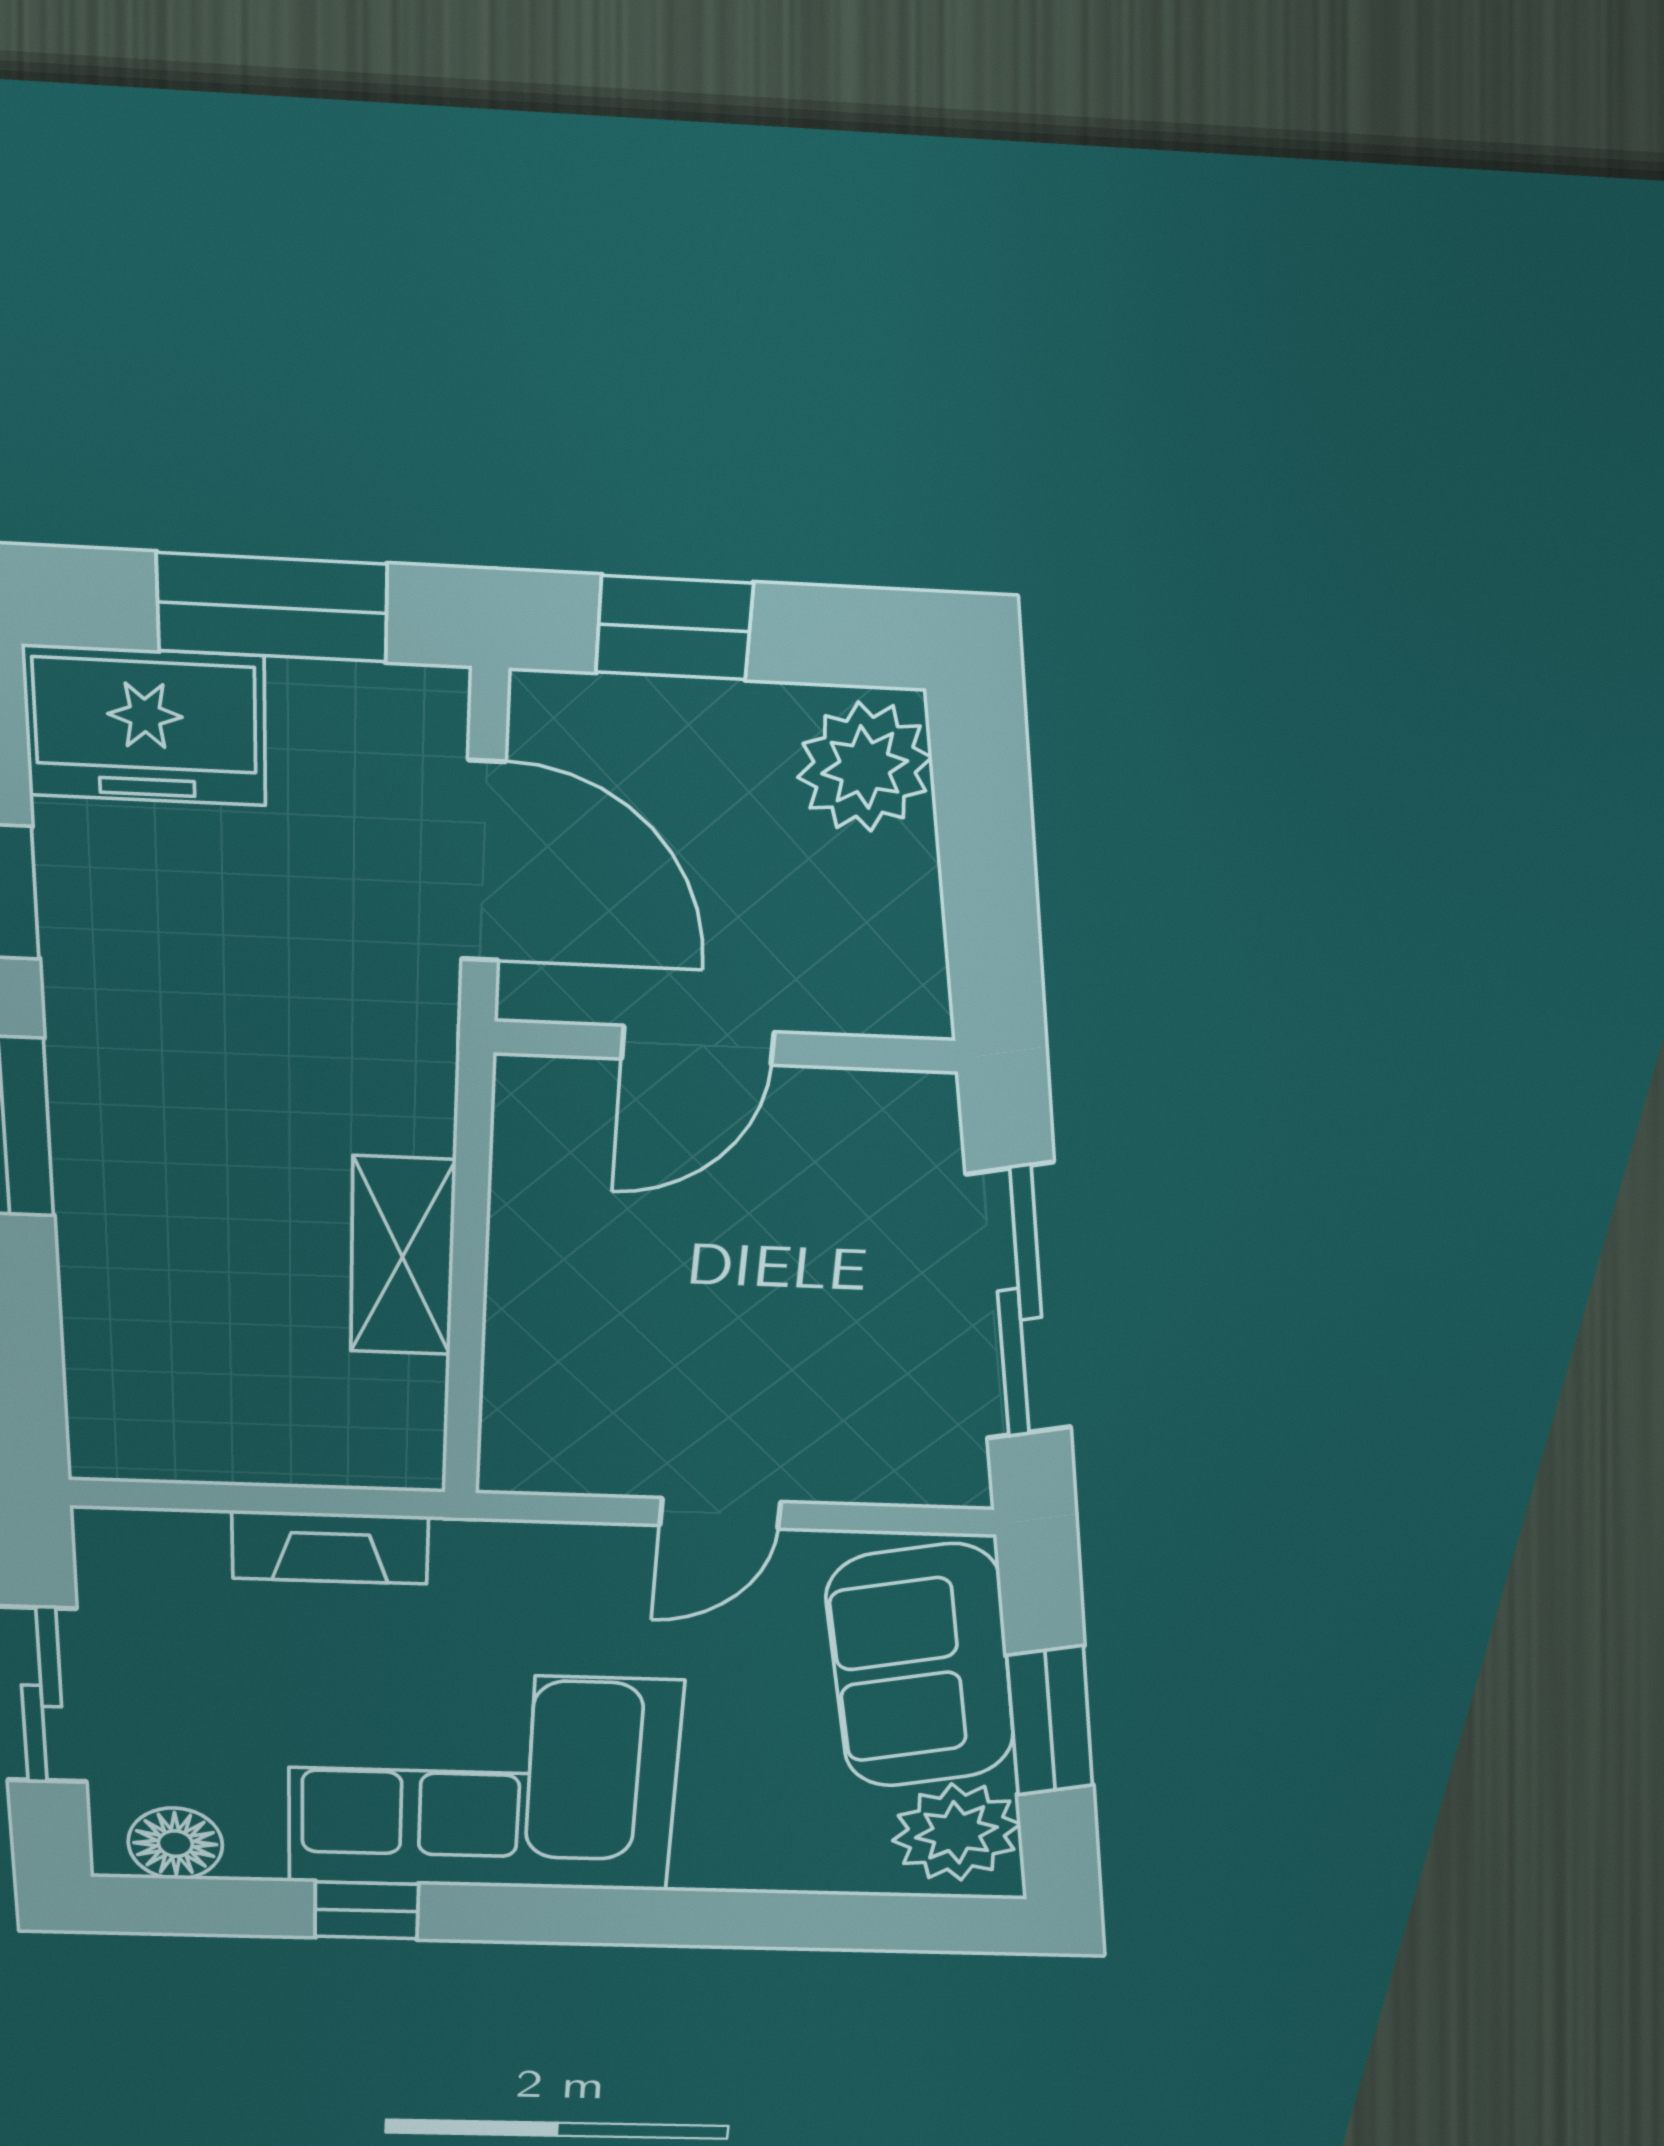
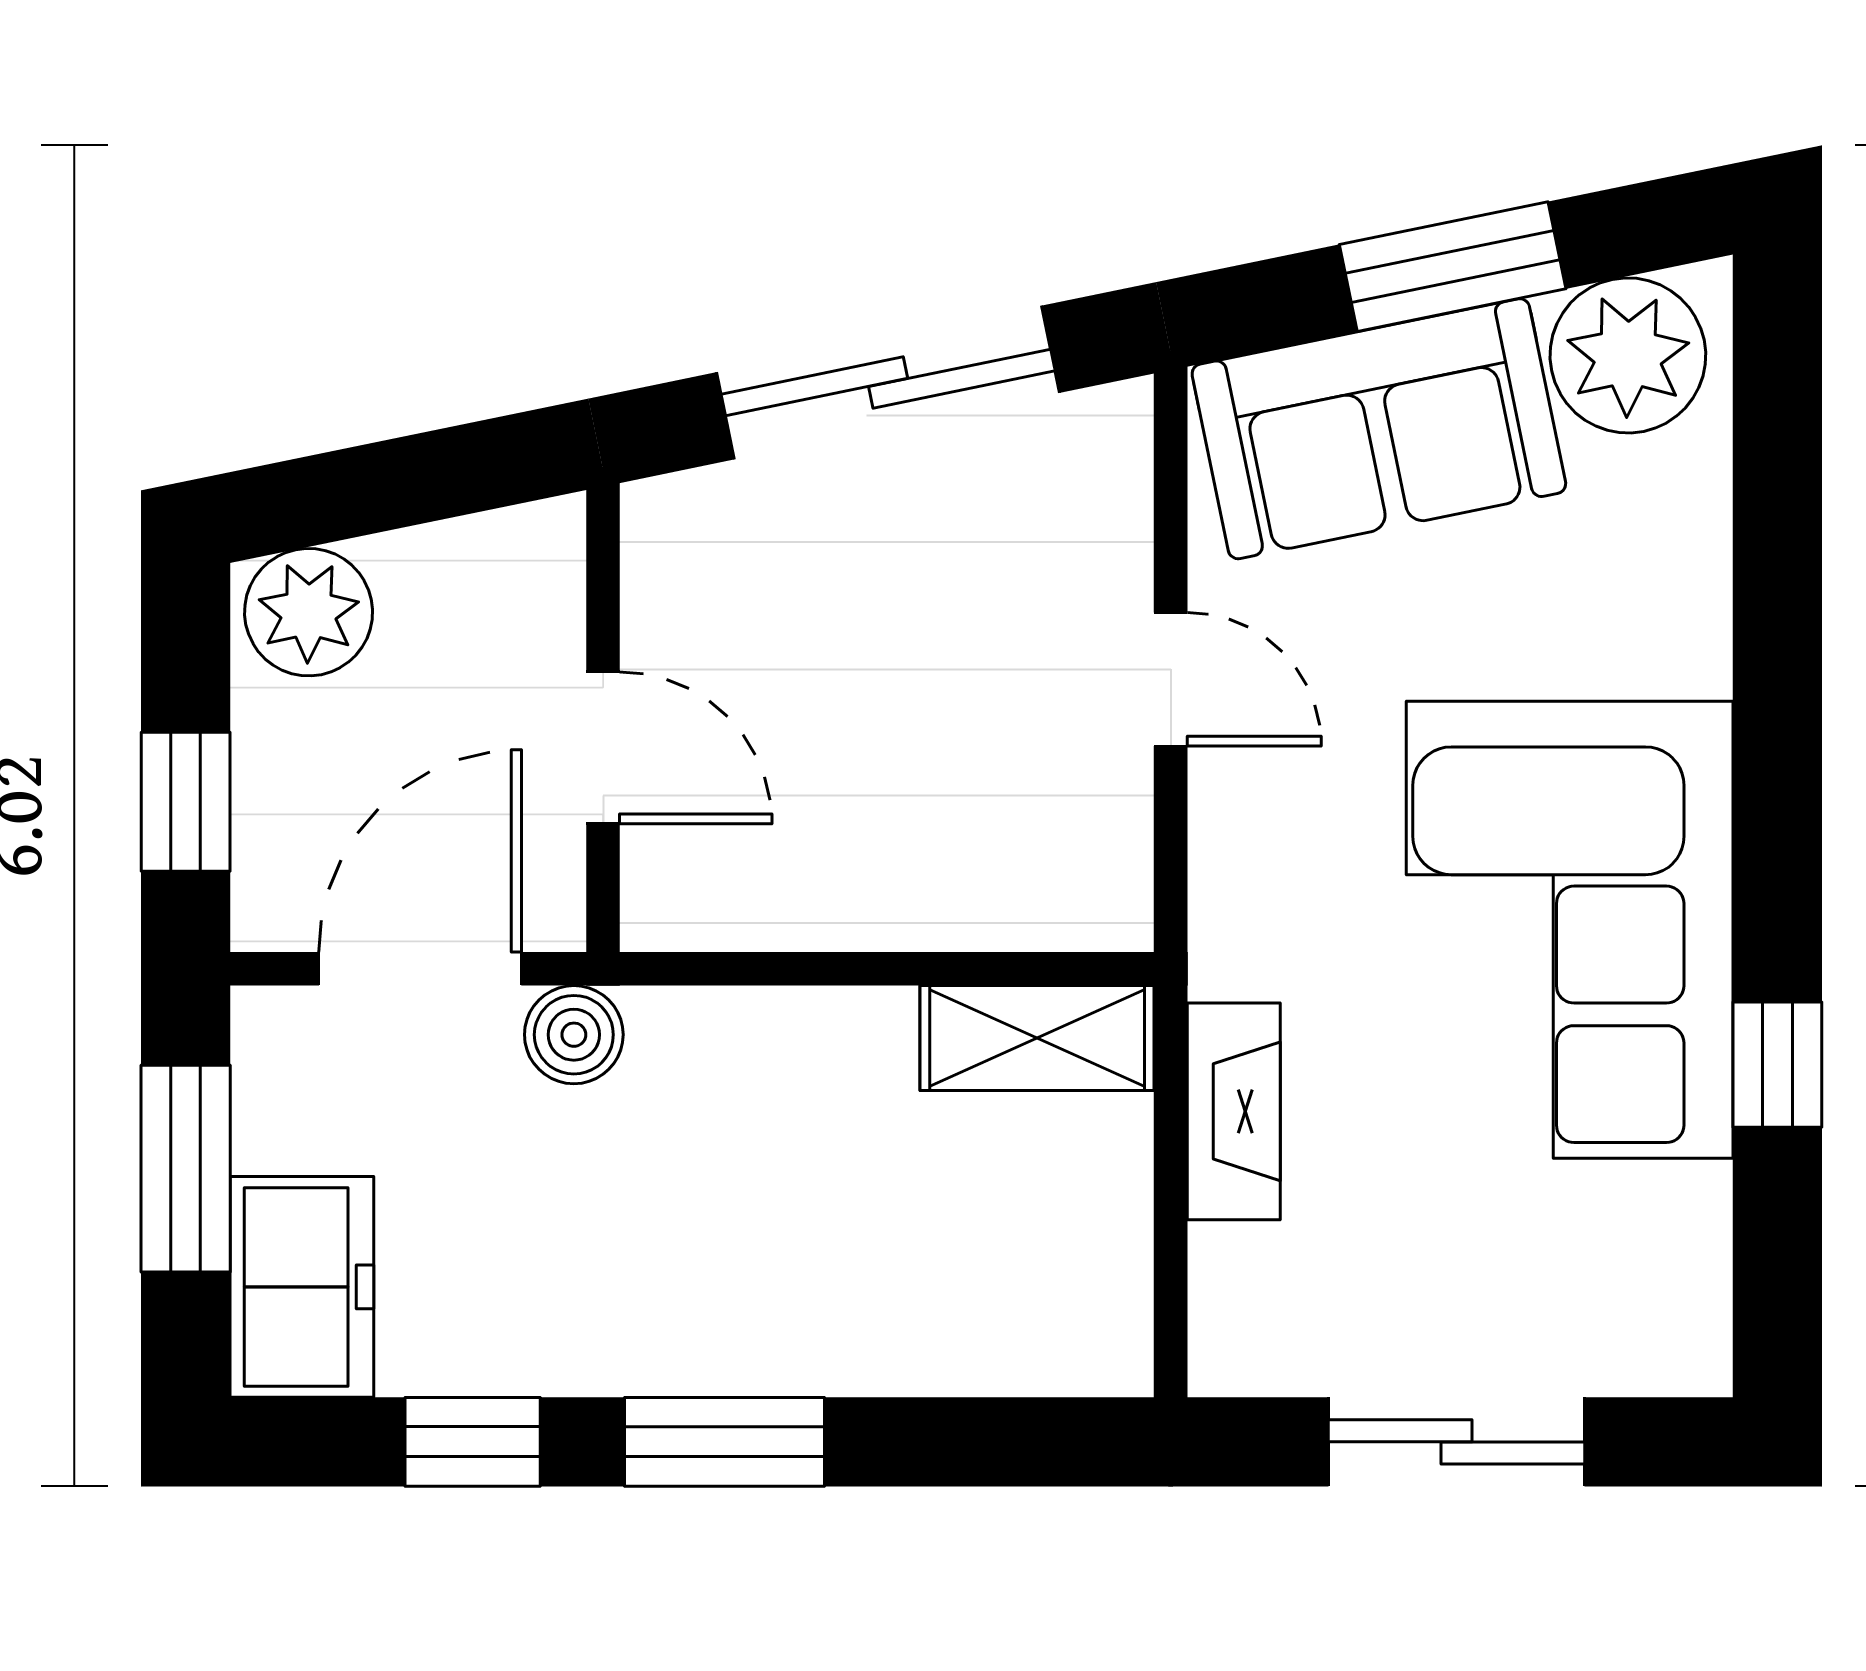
boiler: (411, 1006) -> (574, 1035), added
shelving: (402, 1257) -> (1037, 1038), moved
floor lamp: (175, 1844) -> (1677, 1294), removed

